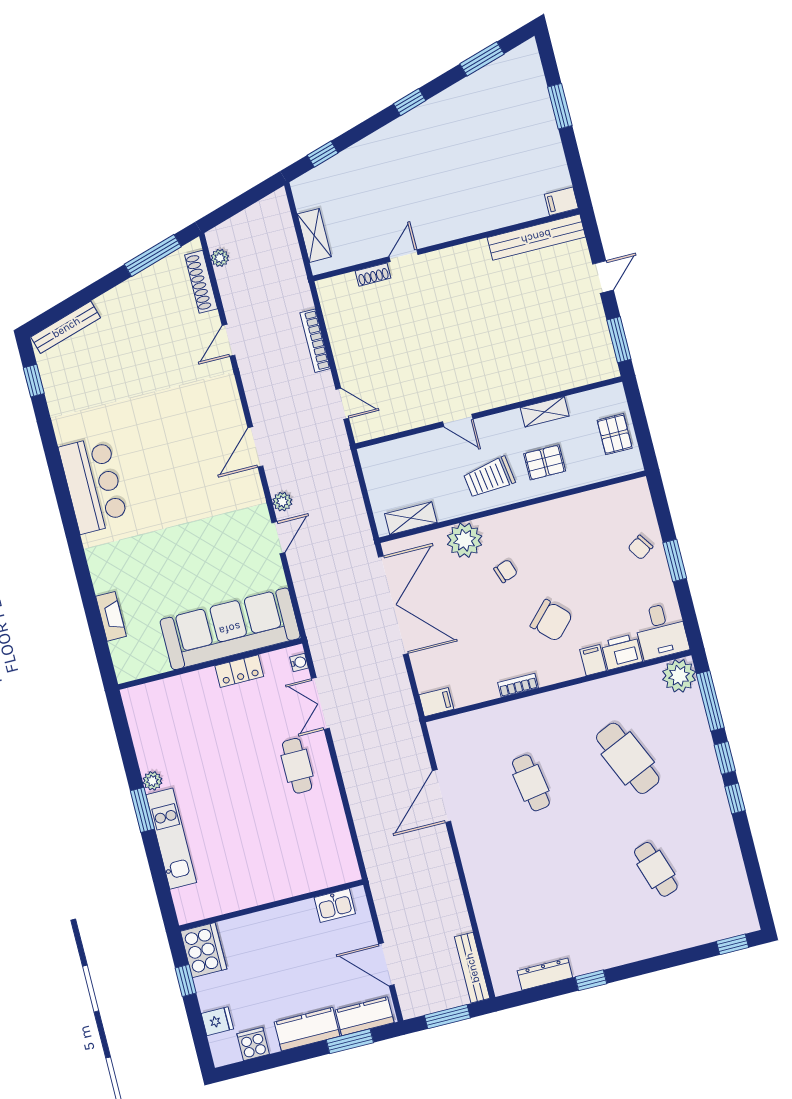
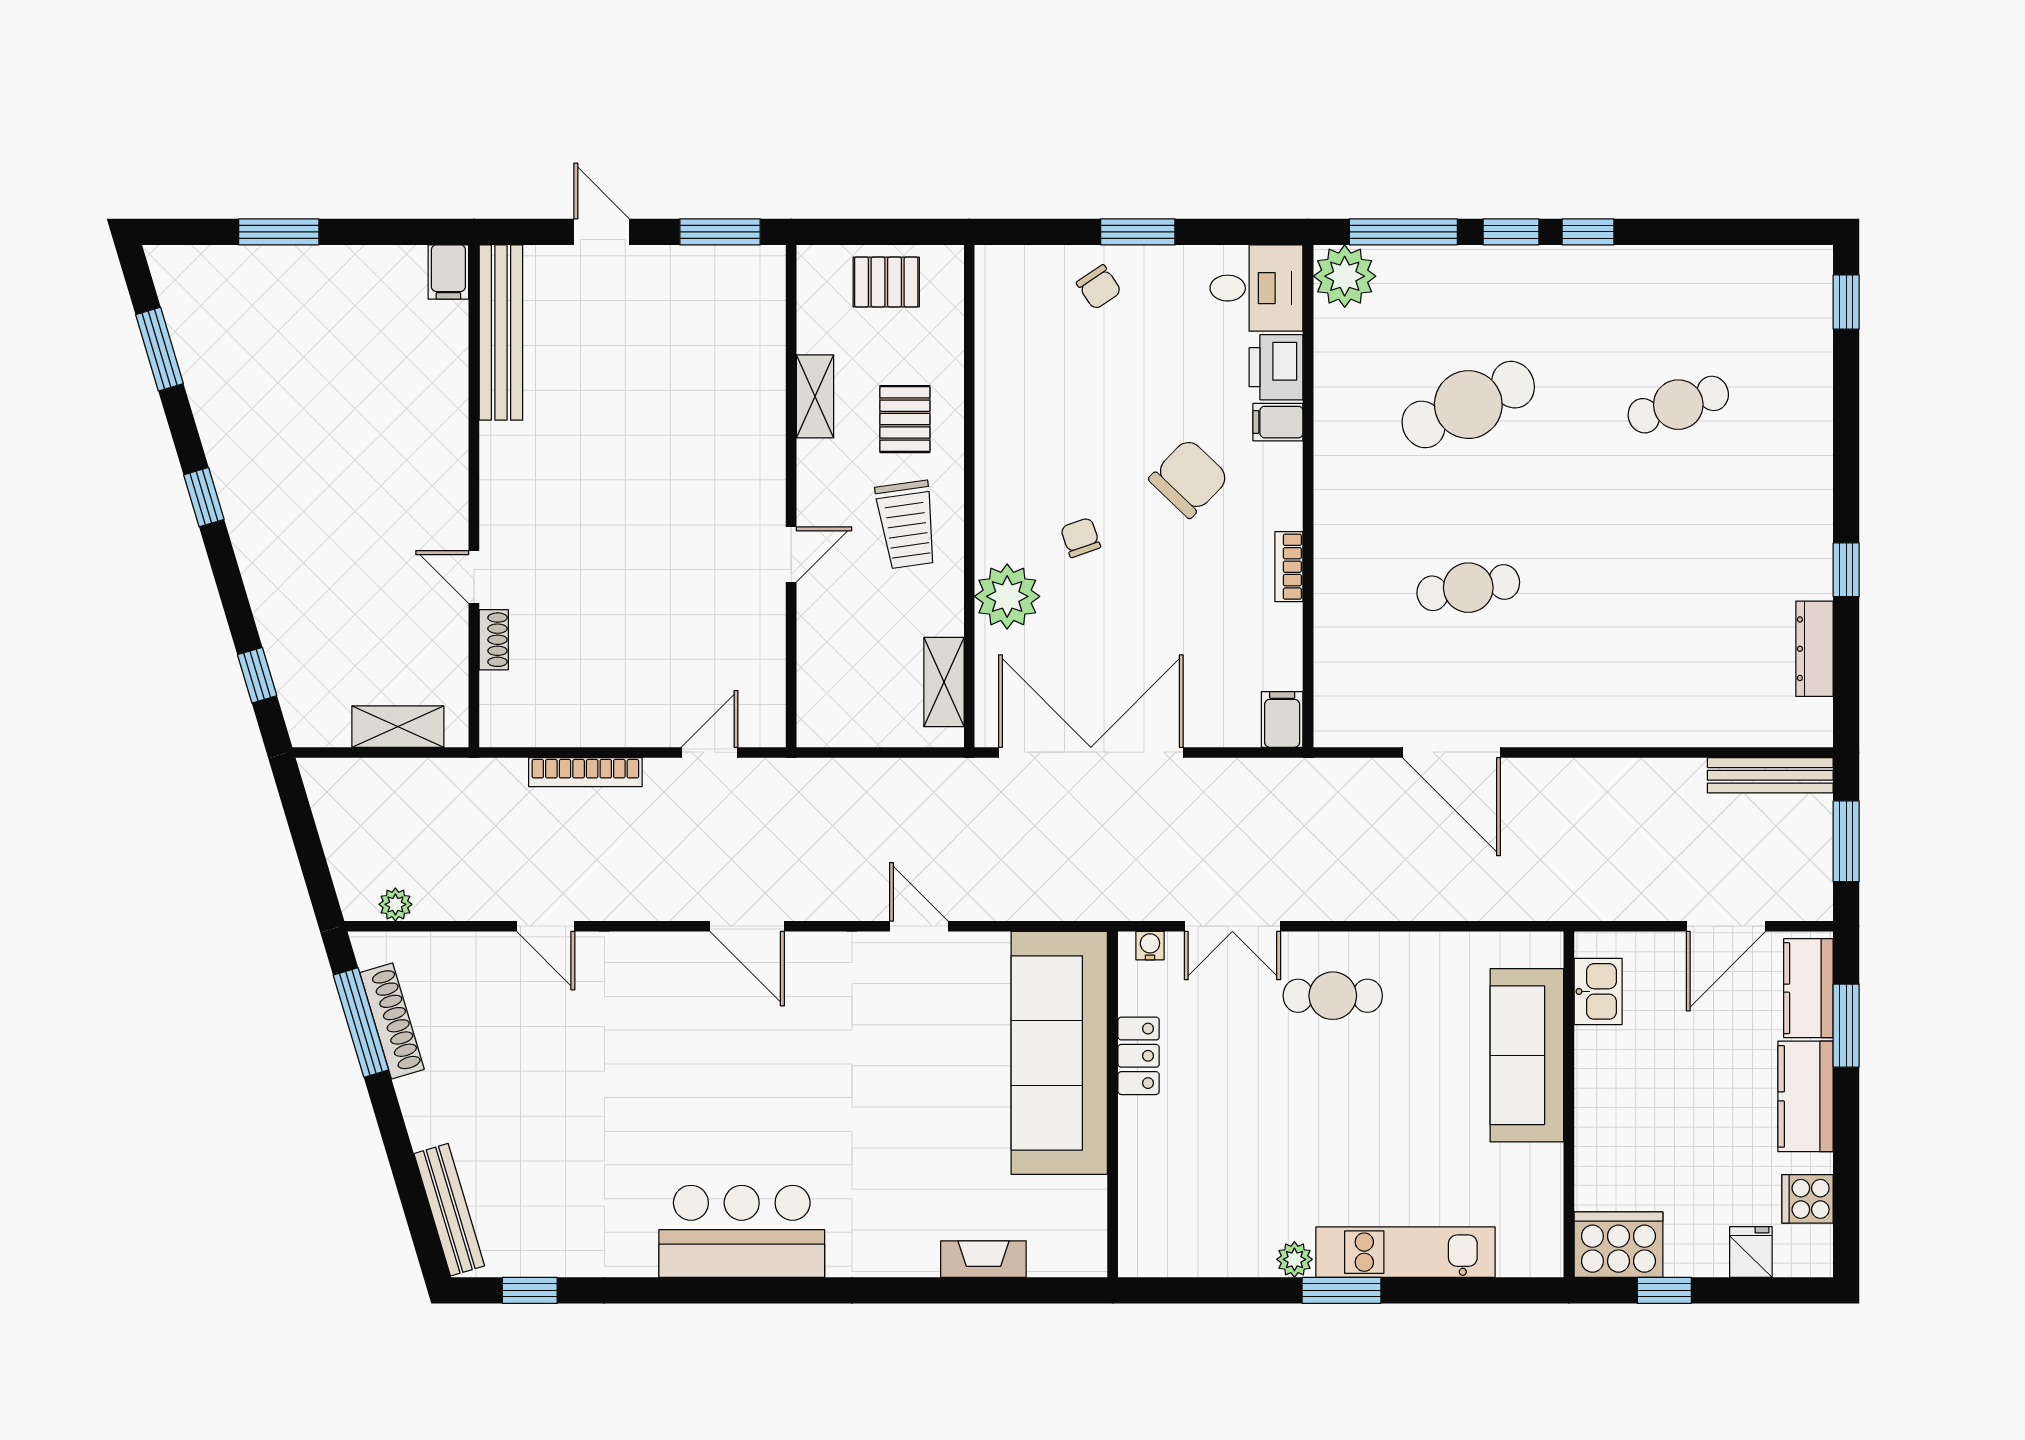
shoe rack: (201, 282) -> (392, 1021), moved, turned -107
plant: (282, 502) -> (857, 903), removed
sofa: (292, 876) -> (1527, 1055), added

